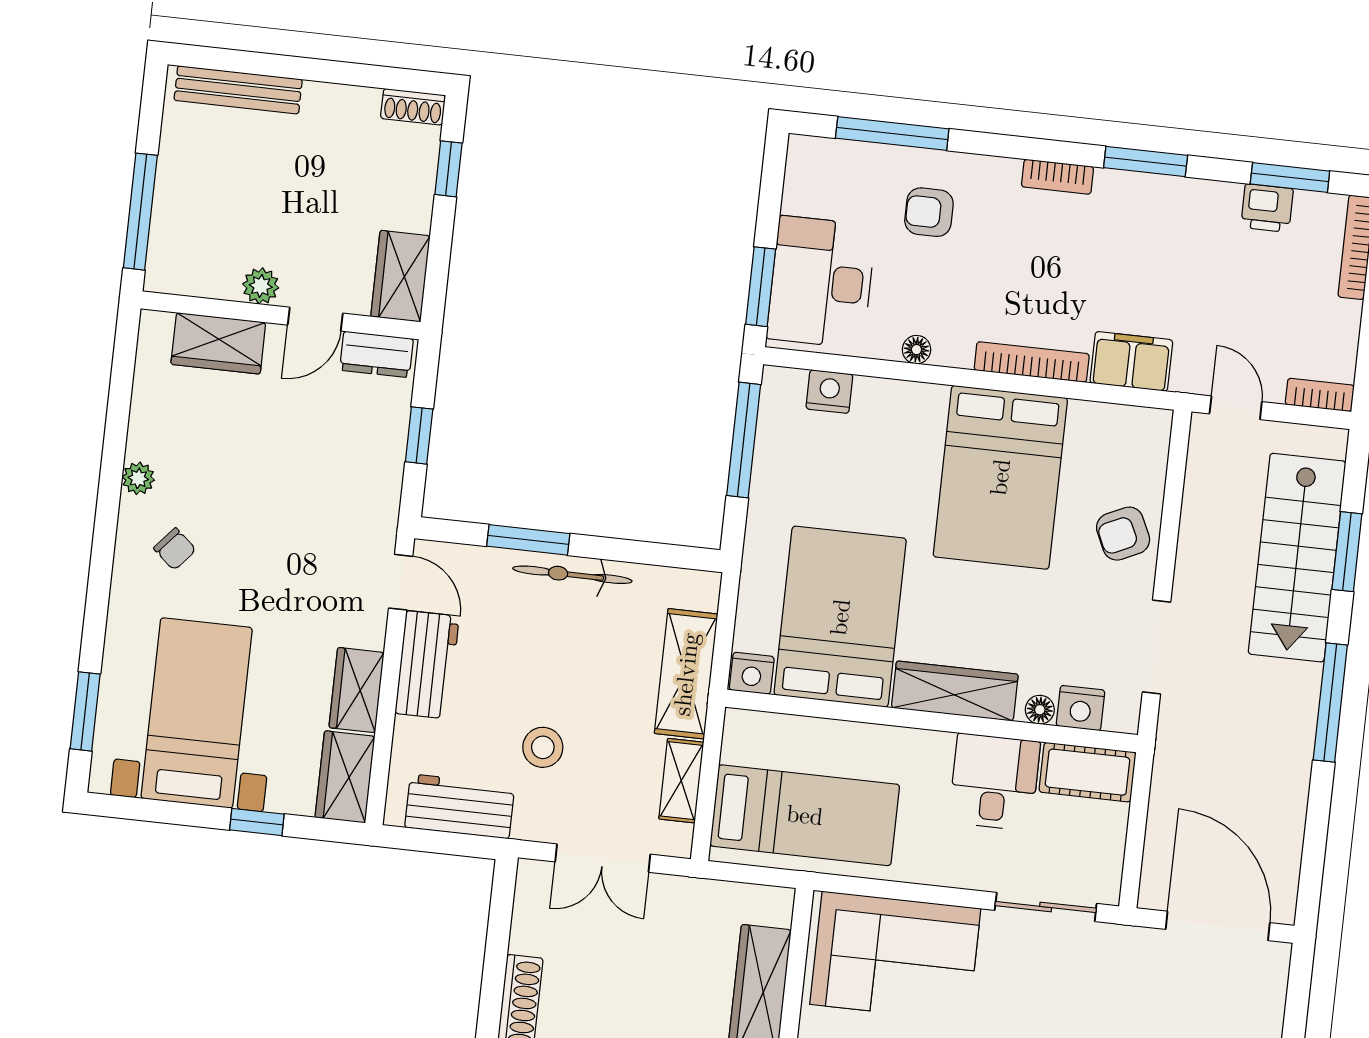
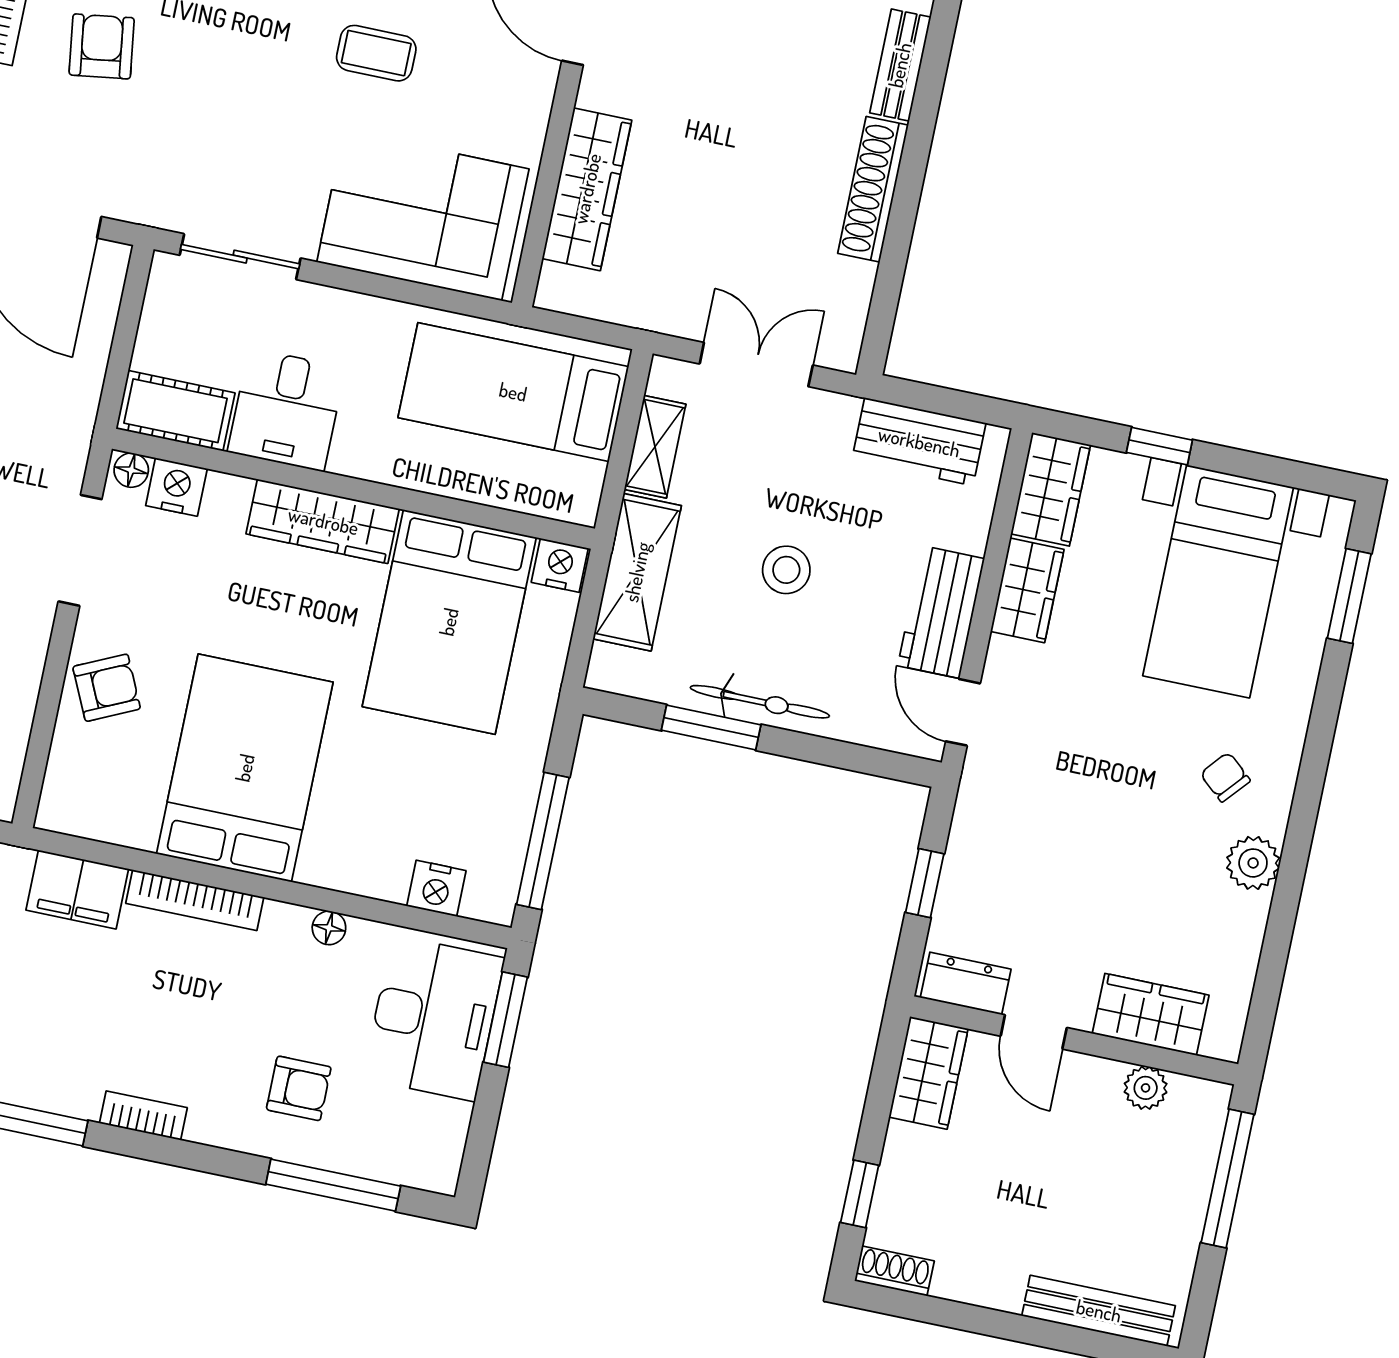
plant: (261, 286) -> (1146, 1088), moved
door: (315, 319) -> (1034, 1032), swing flipped
plant: (138, 478) -> (1253, 863), width x1.38, depth x1.38
window: (528, 540) -> (711, 728), moved
floor lamp: (1040, 710) -> (131, 470), moved
stool: (543, 747) -> (786, 570), moved

